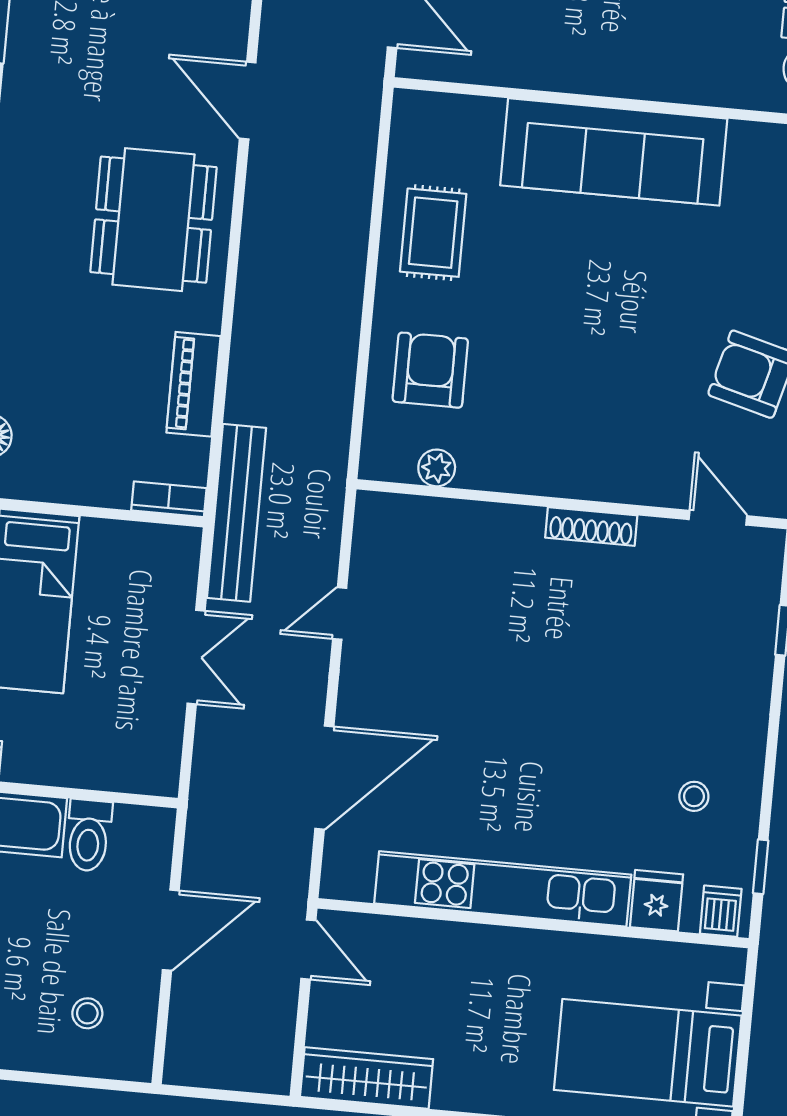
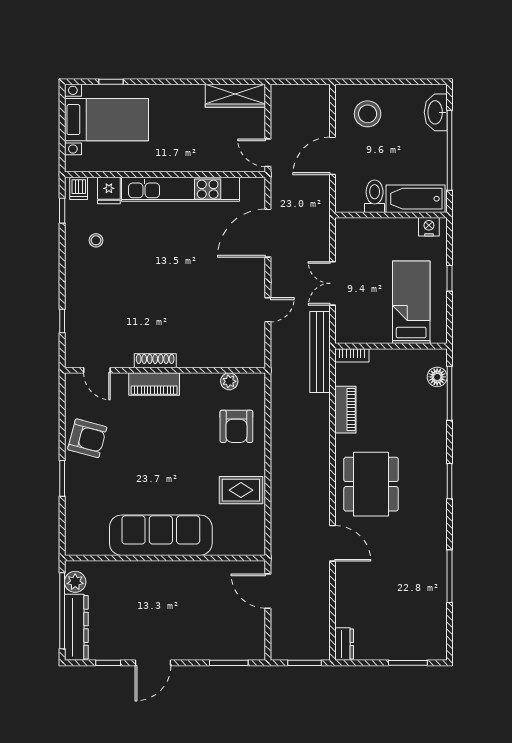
rug: (433, 233) -> (241, 490), turned 90
piano: (598, 477) -> (154, 384), added
stool: (87, 1013) -> (368, 114), width x1.89, depth x1.89

